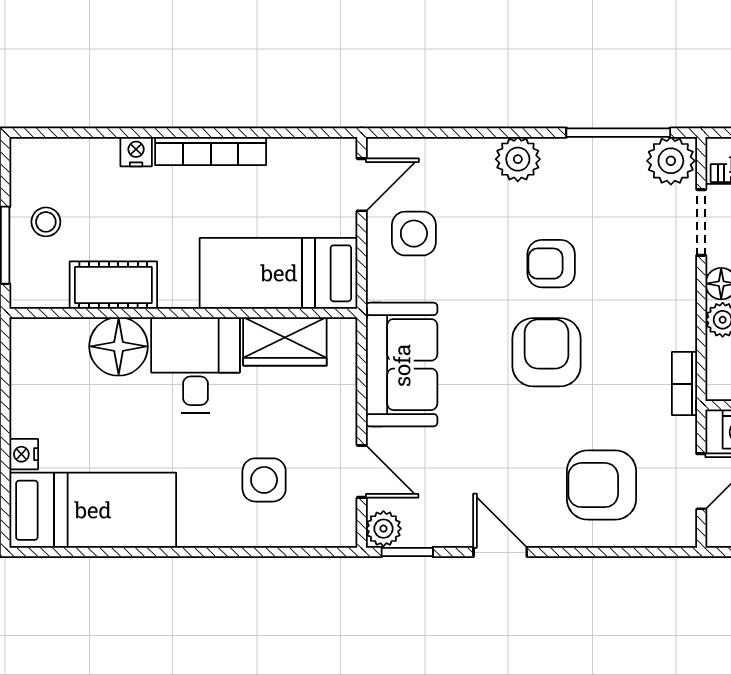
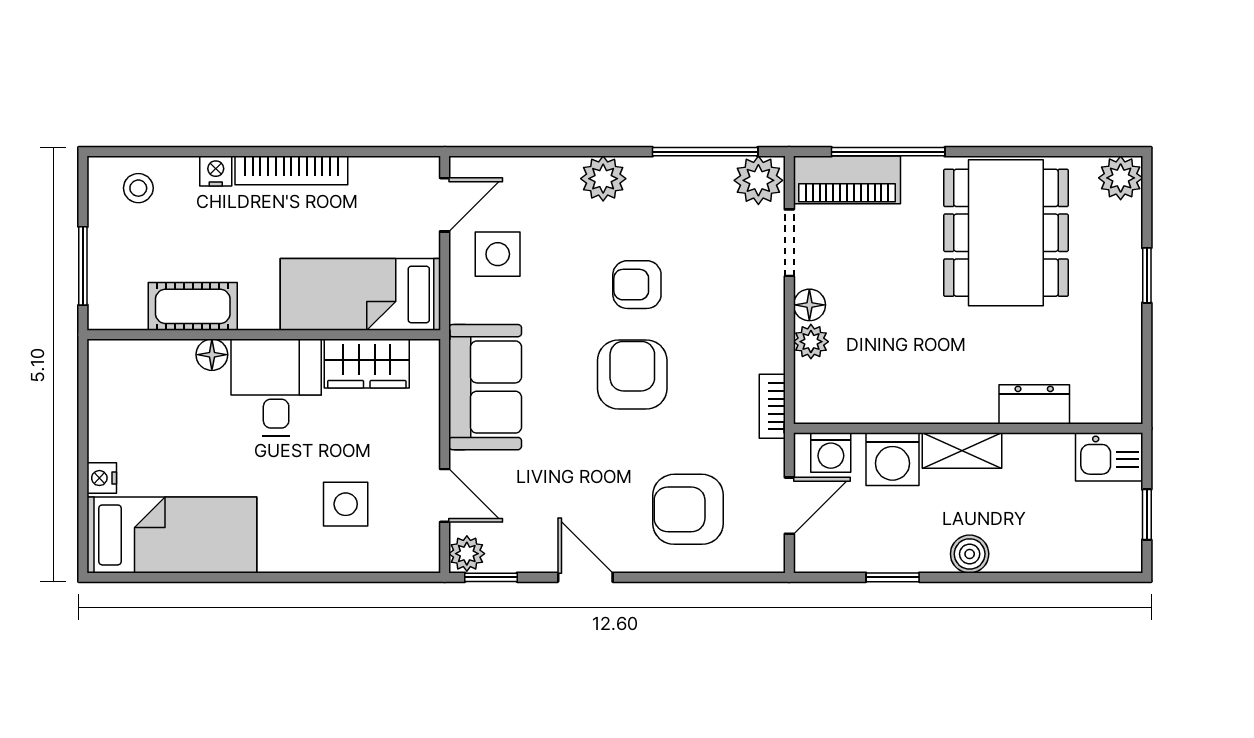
stool: (46, 222) -> (138, 188), moved
floor lamp: (119, 346) -> (212, 355), width x0.53, depth x0.53

